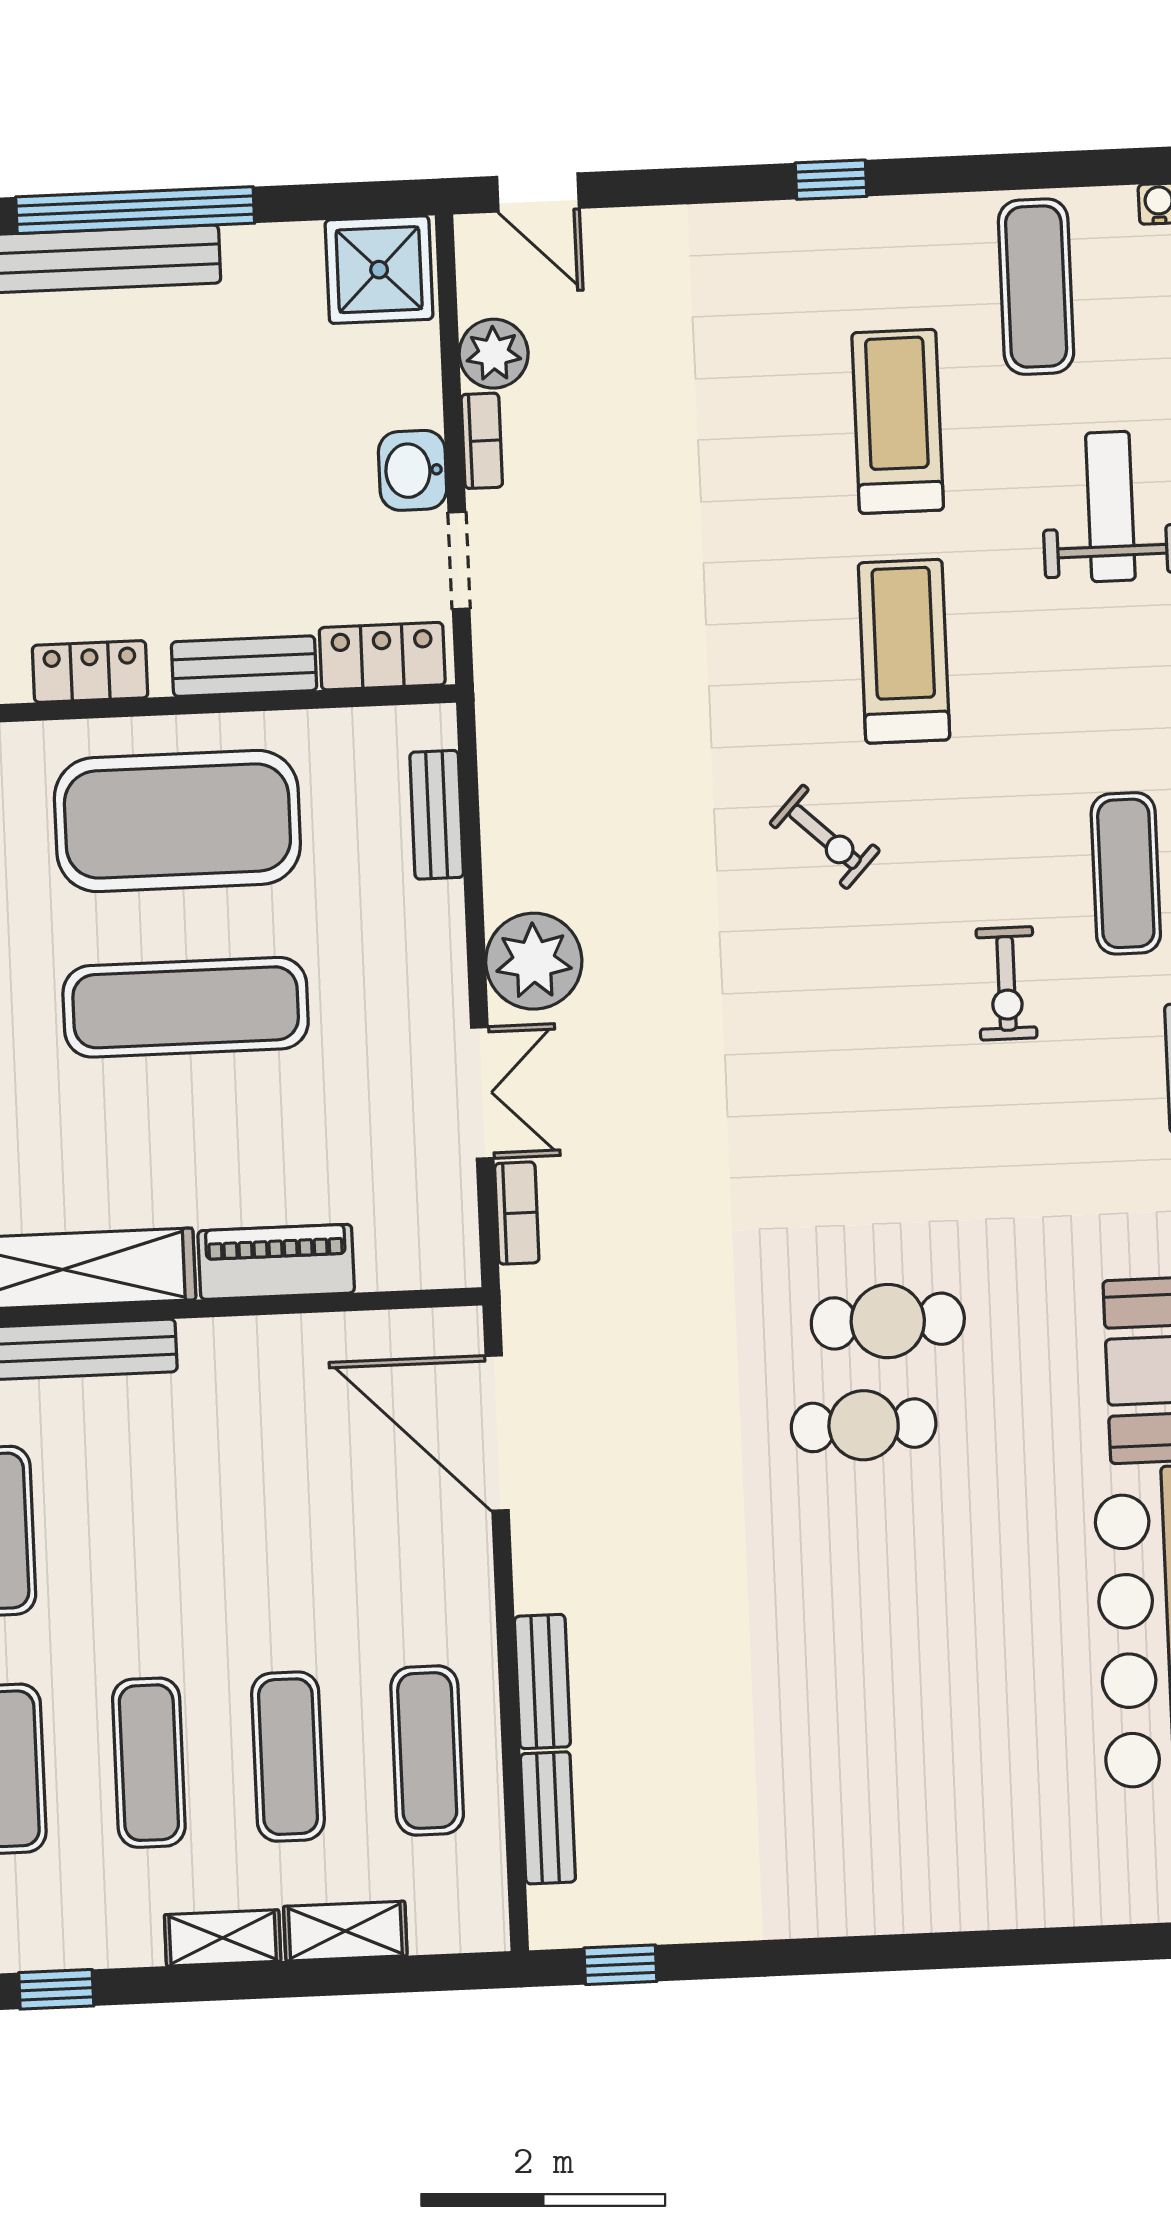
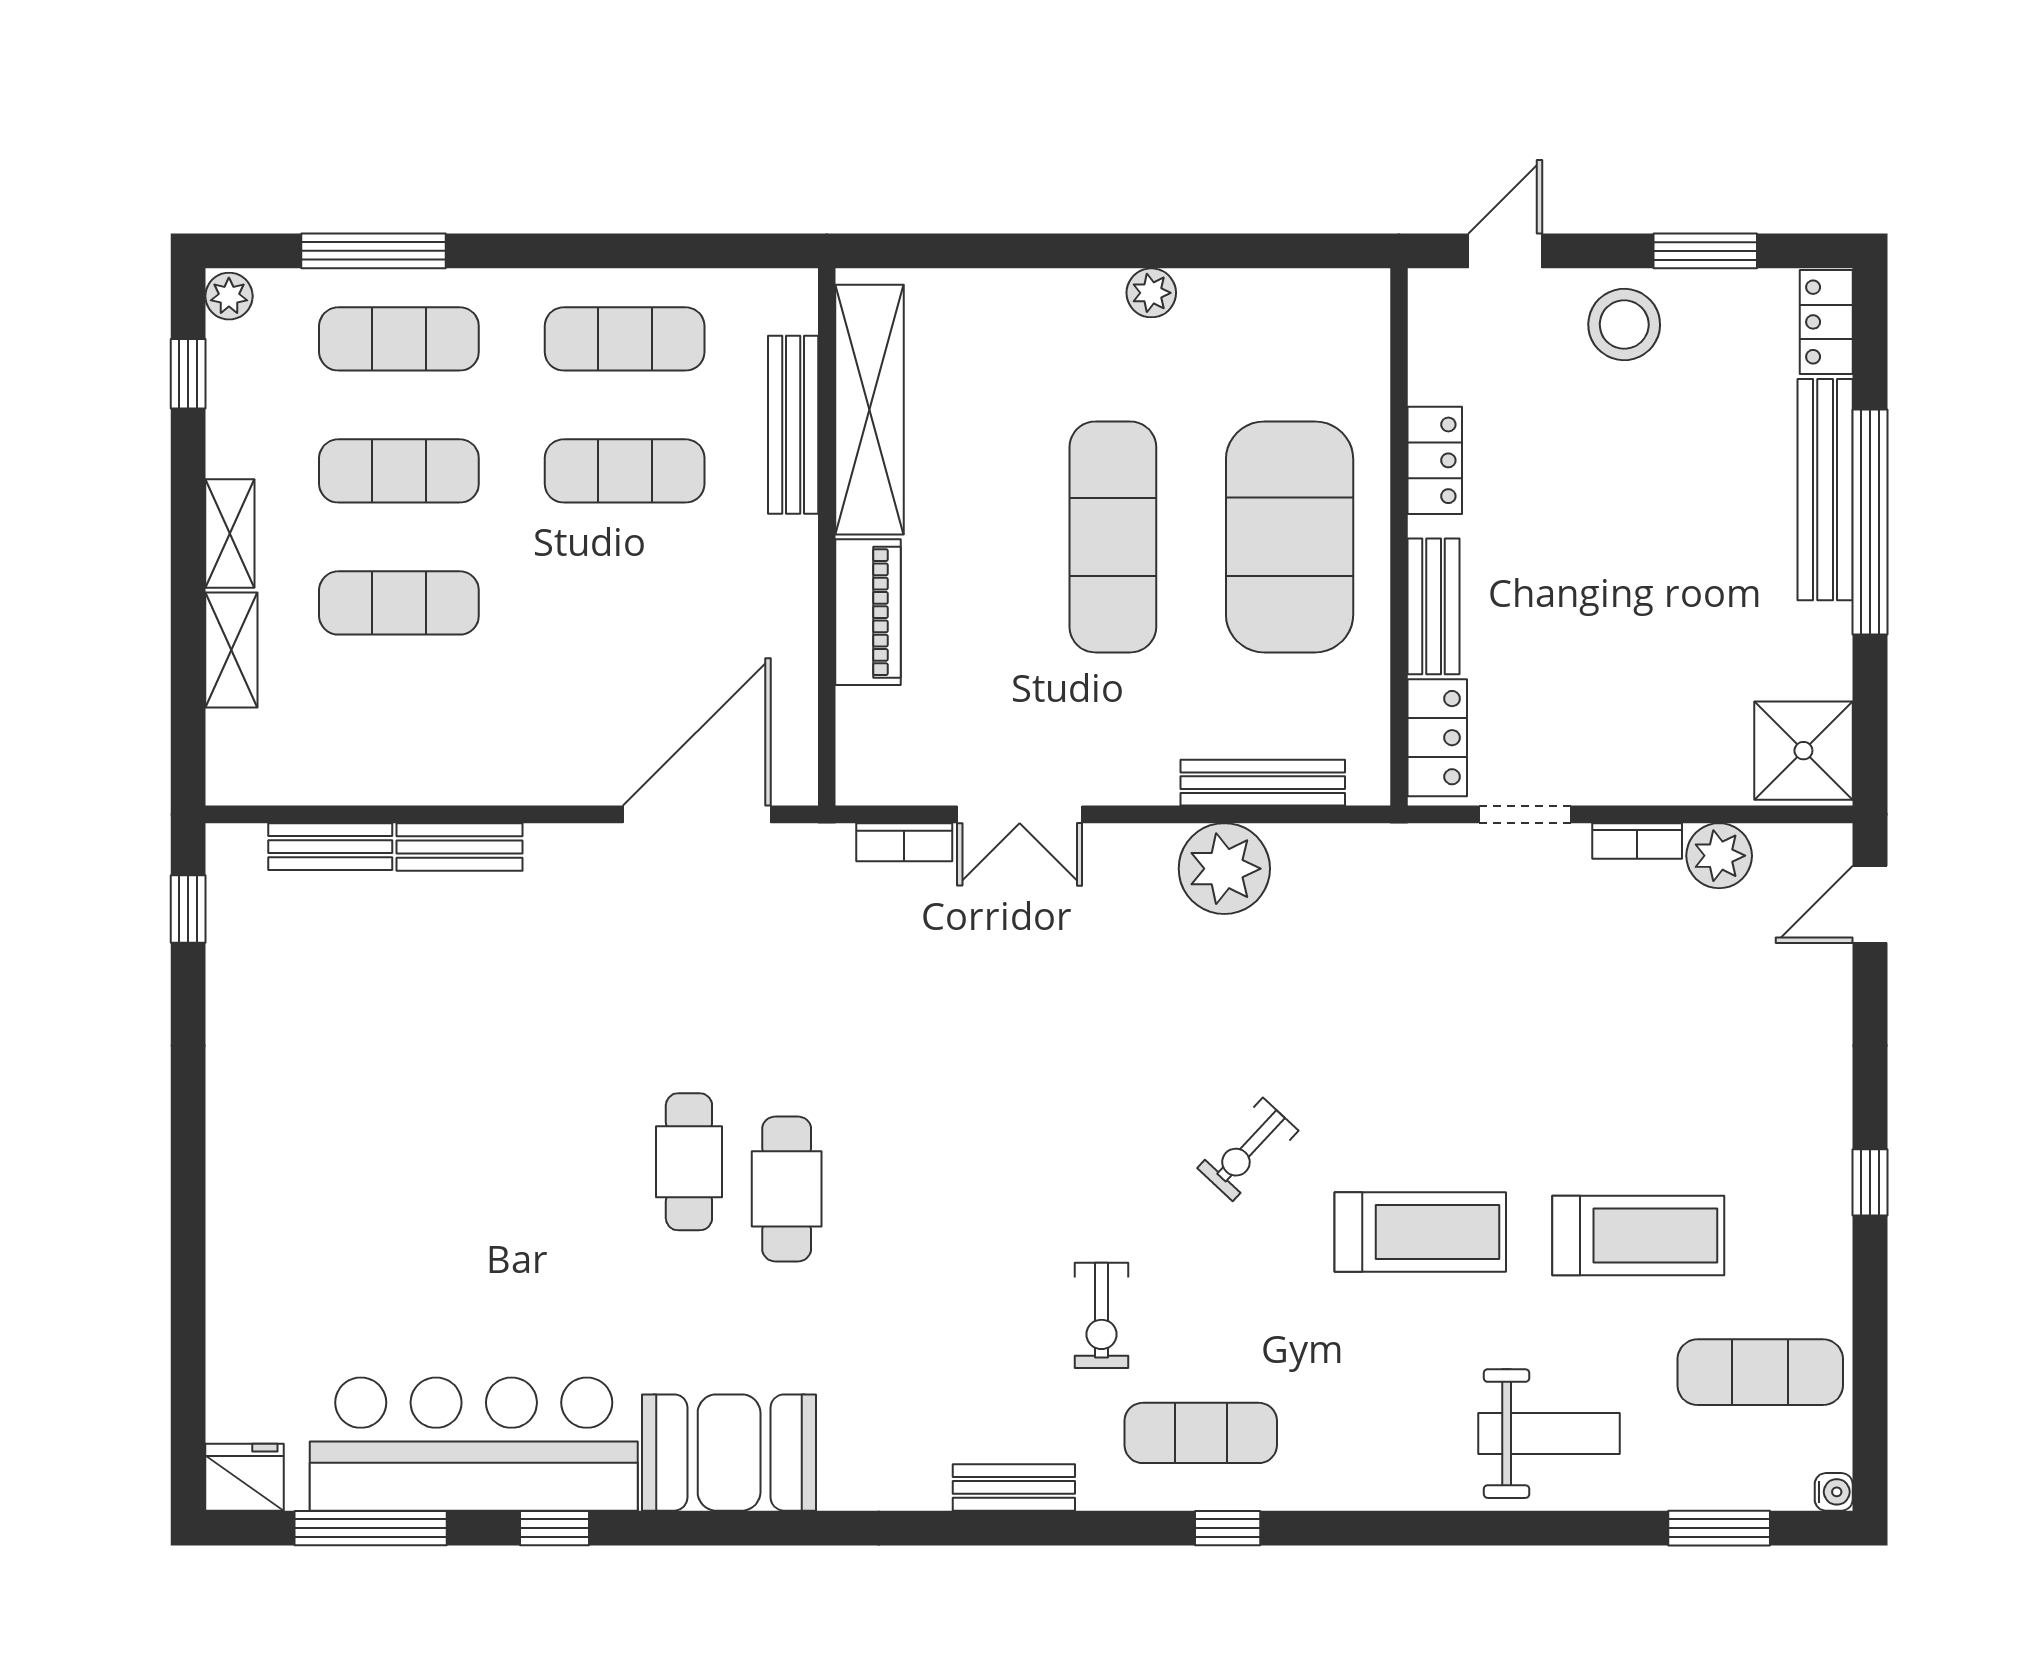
washbasin: (413, 470) -> (1612, 774), removed
bench: (437, 815) -> (1263, 783), width x1.36
plant: (534, 961) -> (1224, 869), moved
exercise bike: (1007, 983) -> (1102, 1315), turned -90
exercise mat: (427, 1751) -> (625, 471), moved

